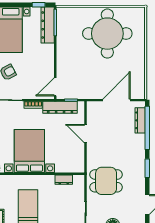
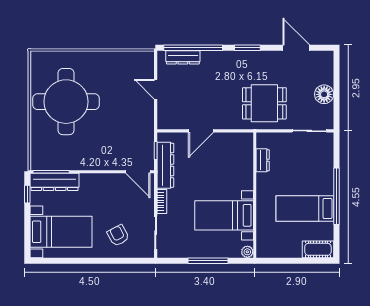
door: (117, 100) -> (156, 89), width x0.53
bed with nightstands: (29, 151) -> (224, 215), width x0.73
dining table: (106, 181) -> (264, 103), turned 90

